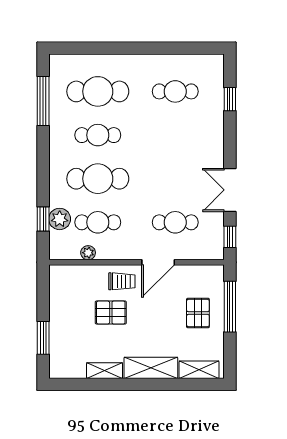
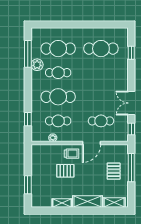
cafe table: (175, 91) -> (101, 49), width x1.37, depth x1.35
plant: (60, 219) -> (37, 65), moved

